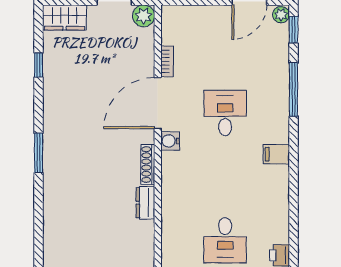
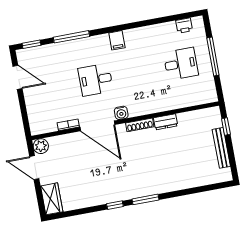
plant: (281, 15) -> (23, 54), removed
window: (39, 65) -> (115, 205), moved

